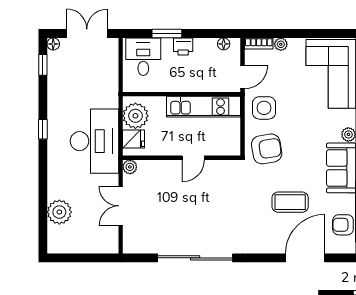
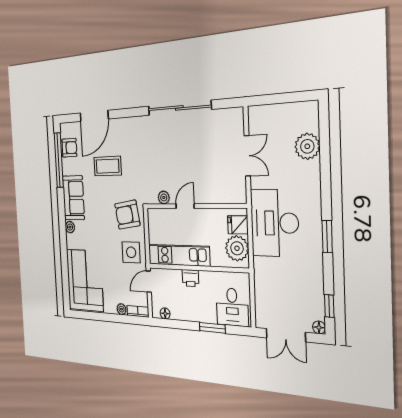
printer: (183, 46) -> (190, 278), moved, turned 180
window: (43, 129) -> (327, 236), width x1.50
plant: (130, 167) -> (164, 197), moved

